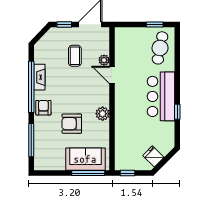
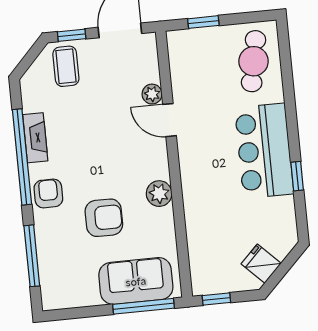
window: (155, 24) -> (203, 22), moved
coffee table: (75, 56) -> (66, 66), moved
armchair: (72, 124) -> (104, 218), turned 180

